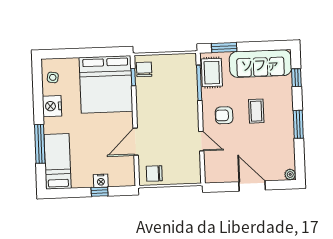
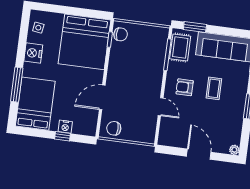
chair: (144, 69) -> (121, 34), turned 90
bed: (58, 161) -> (35, 104), width x1.50

